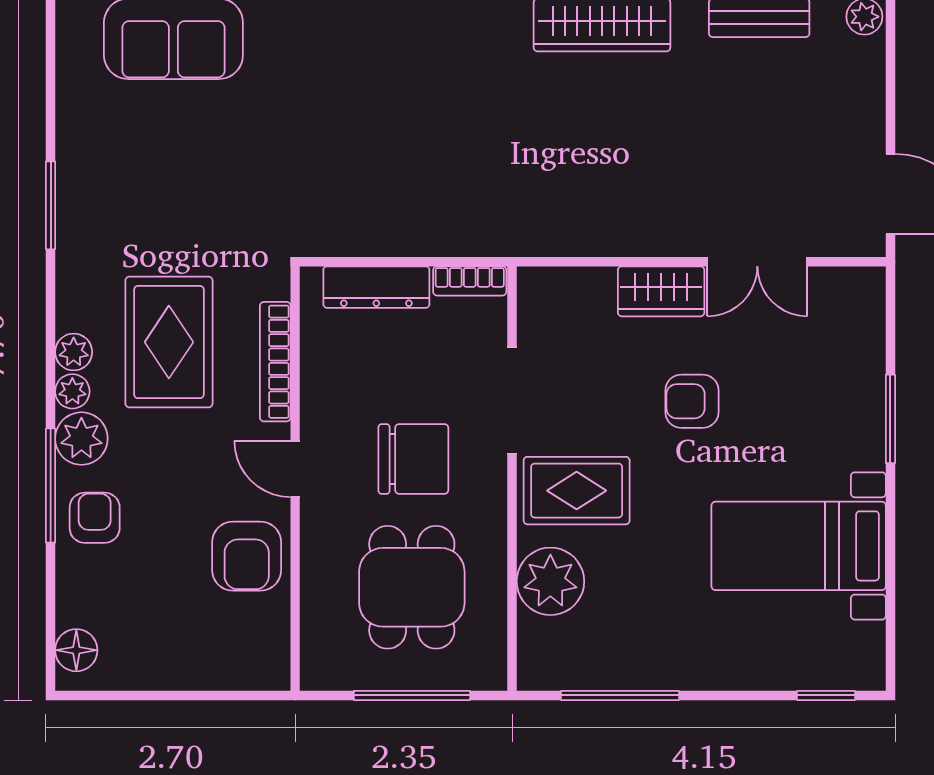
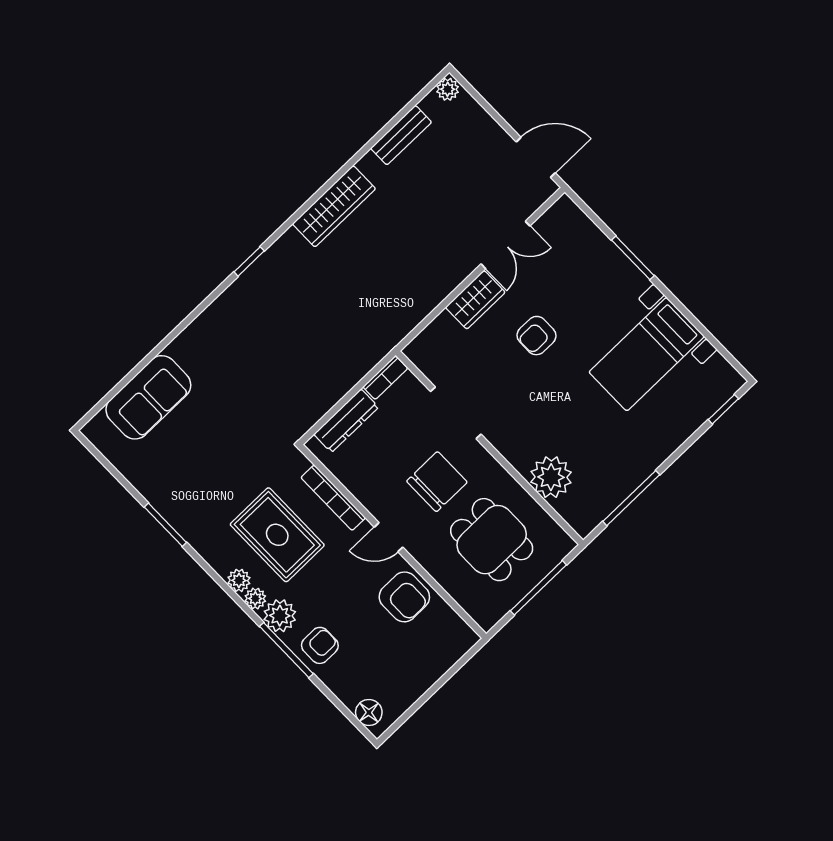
rug: (577, 491) -> (524, 425), removed
armchair: (95, 518) -> (320, 645), turned 90

